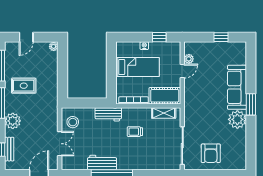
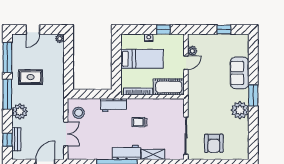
sofa: (237, 87) -> (240, 73), width x0.73
shelving: (164, 113) -> (153, 154), moved
workbench: (102, 163) -> (126, 152), moved

